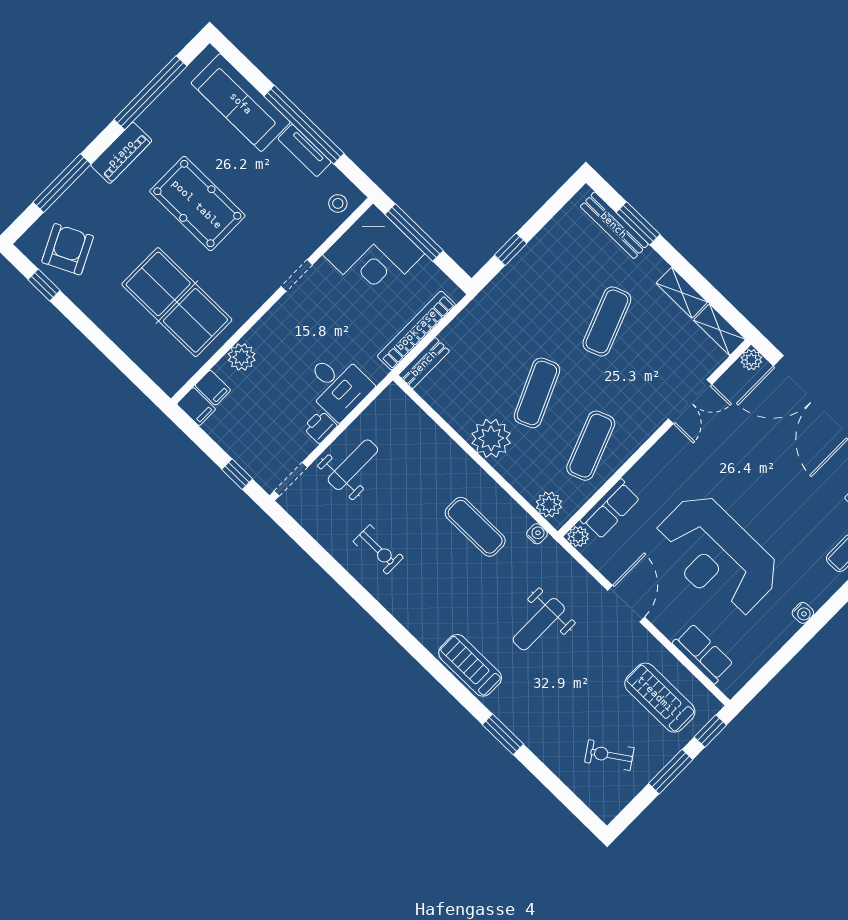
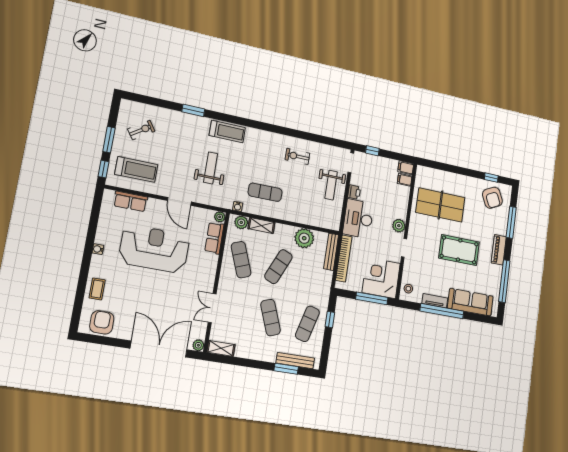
exercise mat: (553, 269) -> (307, 324), added
shelving: (682, 293) -> (261, 225), moved
plant: (242, 357) -> (399, 226), moved
bench: (424, 363) -> (331, 252), width x1.36
desk: (337, 385) -> (358, 219), width x1.37
exercise mat: (537, 393) -> (278, 267), turned 48
plant: (491, 438) -> (304, 238), moved

